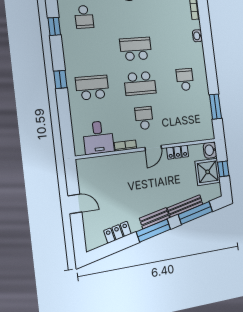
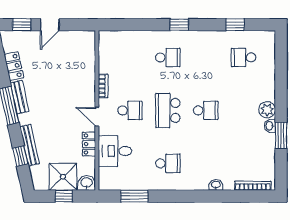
school desk: (136, 49) -> (206, 110), width x0.54
school desk: (92, 88) -> (168, 57), width x0.54
desk: (98, 137) -> (115, 151), moved
window: (195, 213) -> (20, 156), width x0.46
bench: (155, 218) -> (20, 97), moved
window: (78, 231) -> (22, 25), added

